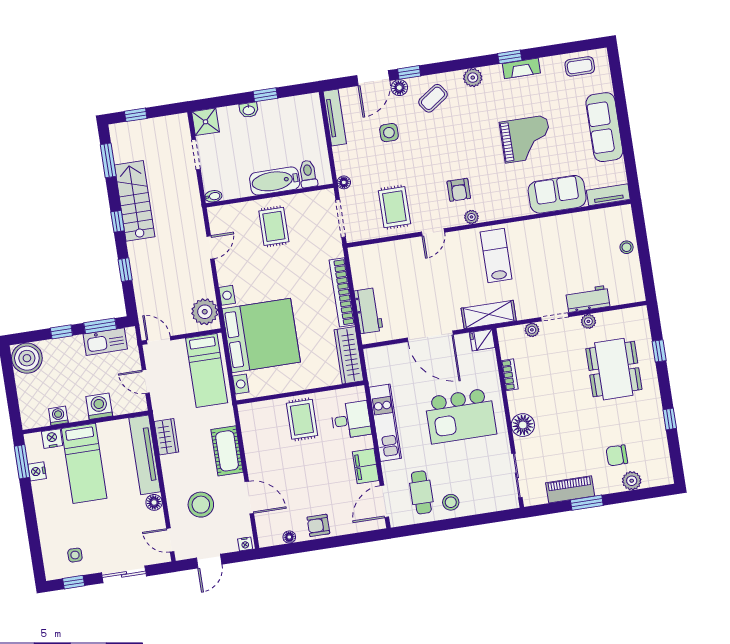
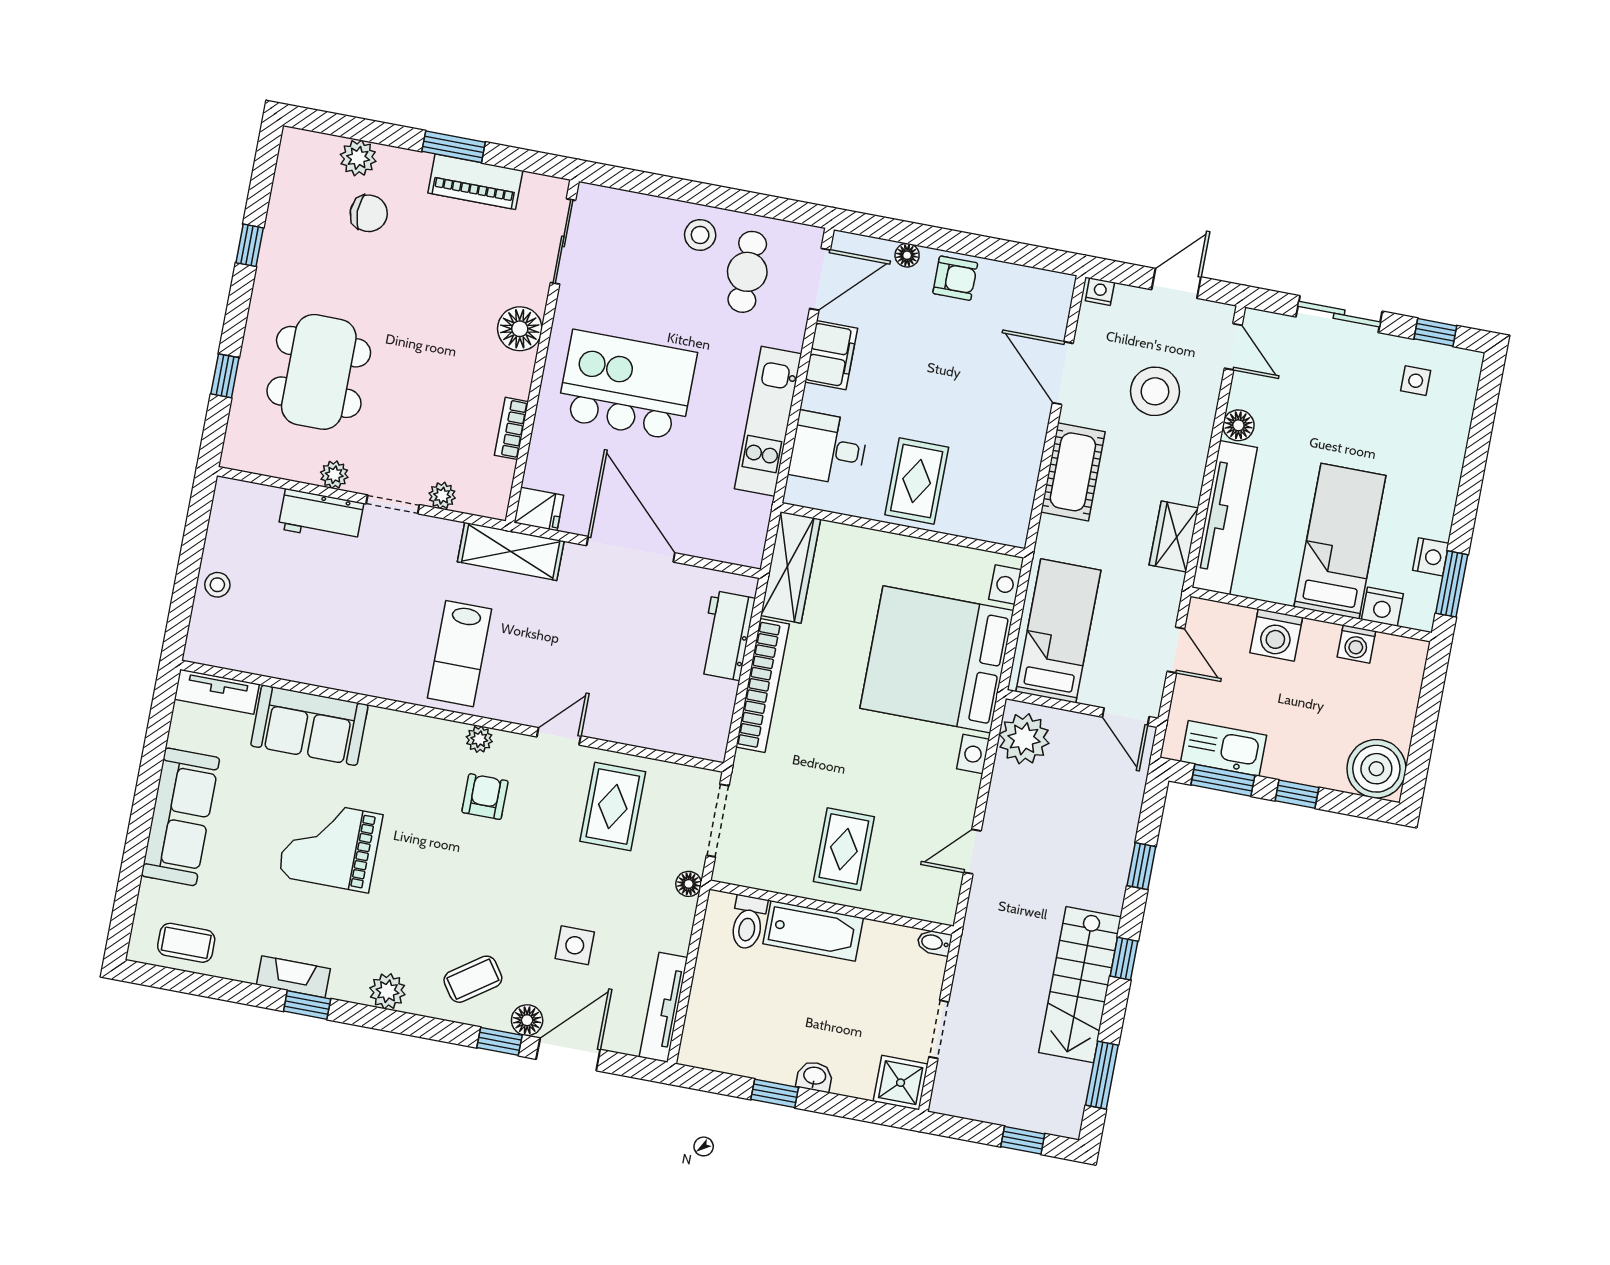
floor lamp: (289, 537) -> (907, 255), moved

